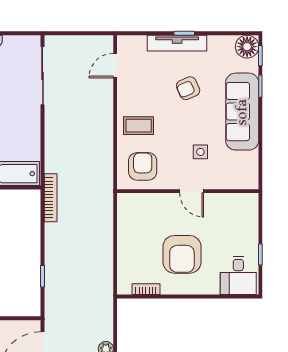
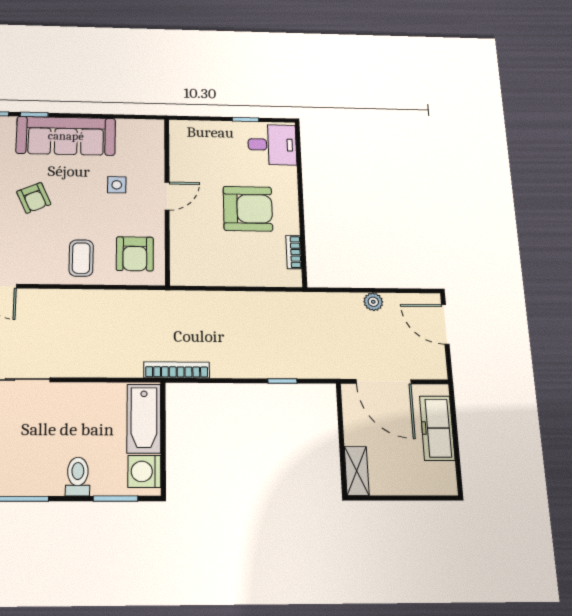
armchair: (143, 166) -> (135, 254), turned -90

